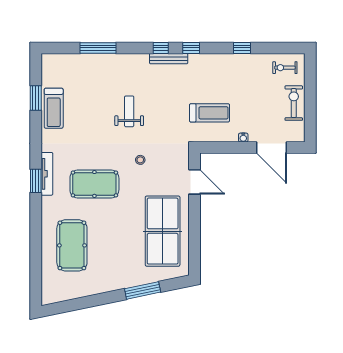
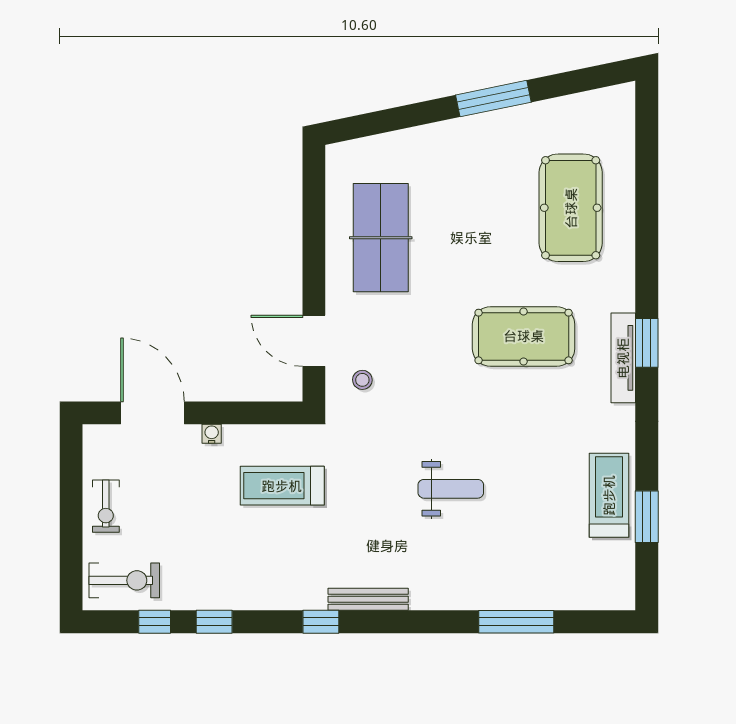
window: (161, 48) -> (155, 622), moved
exercise bike: (285, 68) -> (124, 580), width x1.38, depth x1.39
exercise bike: (294, 103) -> (106, 506), width x0.73, depth x0.72
weight bench: (129, 111) -> (451, 489), turned -90
stool: (140, 160) -> (362, 380), moved
table tennis table: (163, 231) -> (381, 238), width x0.73, depth x0.76
window: (143, 290) -> (493, 99), moved

